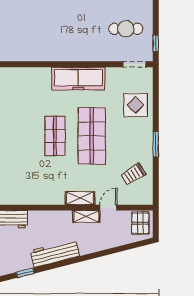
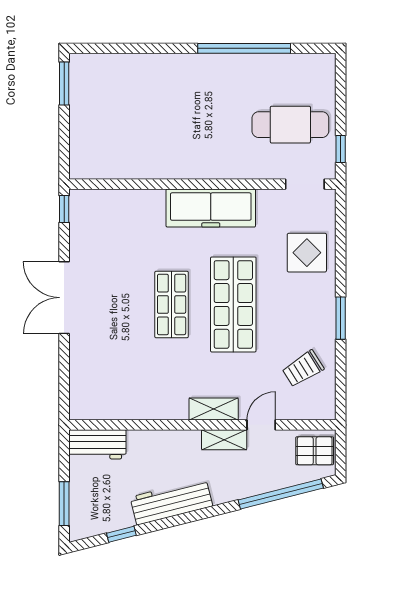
cafe table: (126, 29) -> (290, 125), width x1.37, depth x1.35
pallet: (140, 223) -> (315, 451), turned 90
window: (120, 249) -> (281, 494), added

